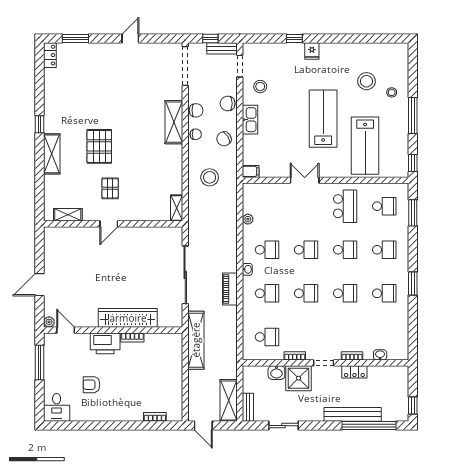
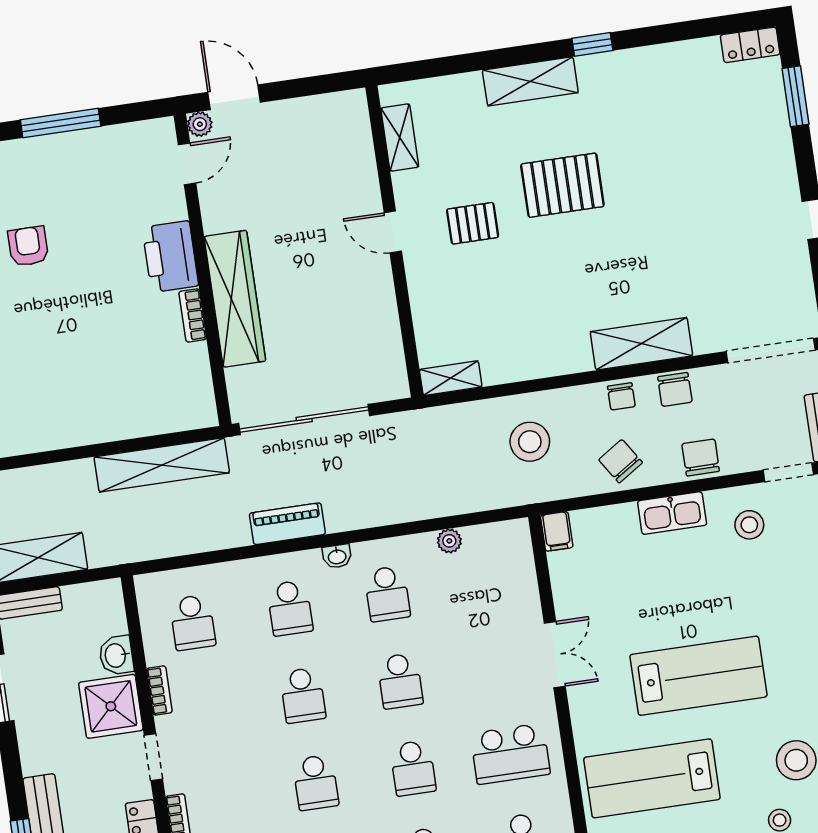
wardrobe: (128, 318) -> (235, 299), moved
plant: (49, 322) -> (200, 124), moved
door: (66, 330) -> (187, 164), moved
wall: (113, 330) -> (203, 270), moved
bookcase: (132, 337) -> (193, 315), moved
printer: (105, 343) -> (170, 257), moved

